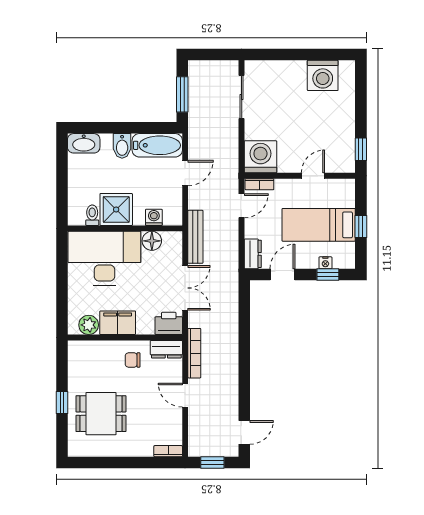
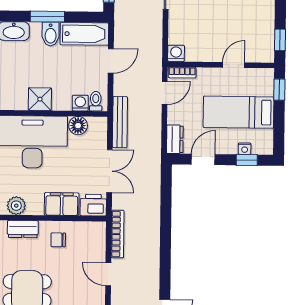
window: (119, 128) -> (47, 17), added
washing machine: (260, 157) -> (176, 53), width x0.53, depth x0.53
shower: (116, 209) -> (40, 99), width x0.73, depth x0.73
toilet: (92, 215) -> (96, 101), moved
window: (361, 226) -> (279, 90), moved
filing cabinet: (118, 323) -> (62, 204), moved
dresser: (166, 349) -> (23, 229), moved

